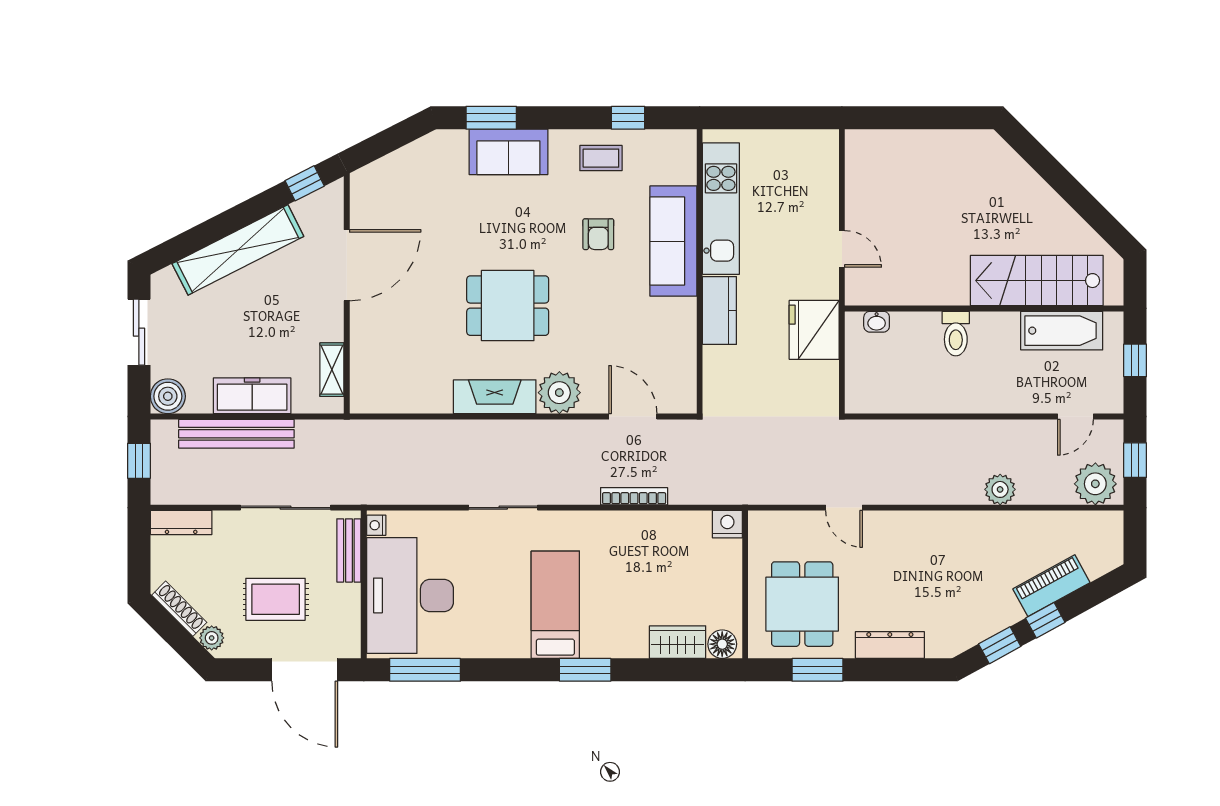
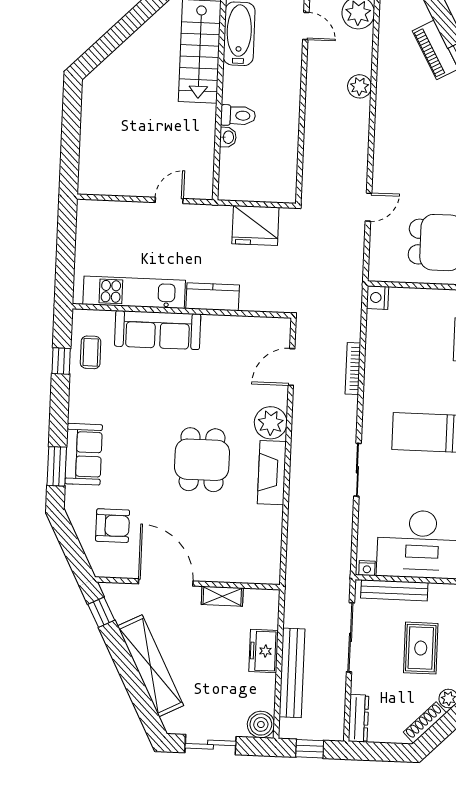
coffee table: (601, 158) -> (91, 352), moved
armchair: (598, 234) -> (113, 526), moved, width x1.38, depth x1.38
washbasin: (877, 322) -> (228, 137), moved
fridge: (814, 330) -> (255, 225), moved
shelving: (332, 370) -> (222, 596), moved
freezer: (252, 396) -> (264, 651), width x0.71
bench: (349, 550) -> (394, 590), width x1.36

